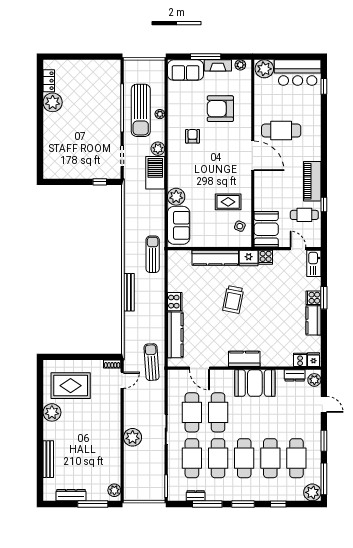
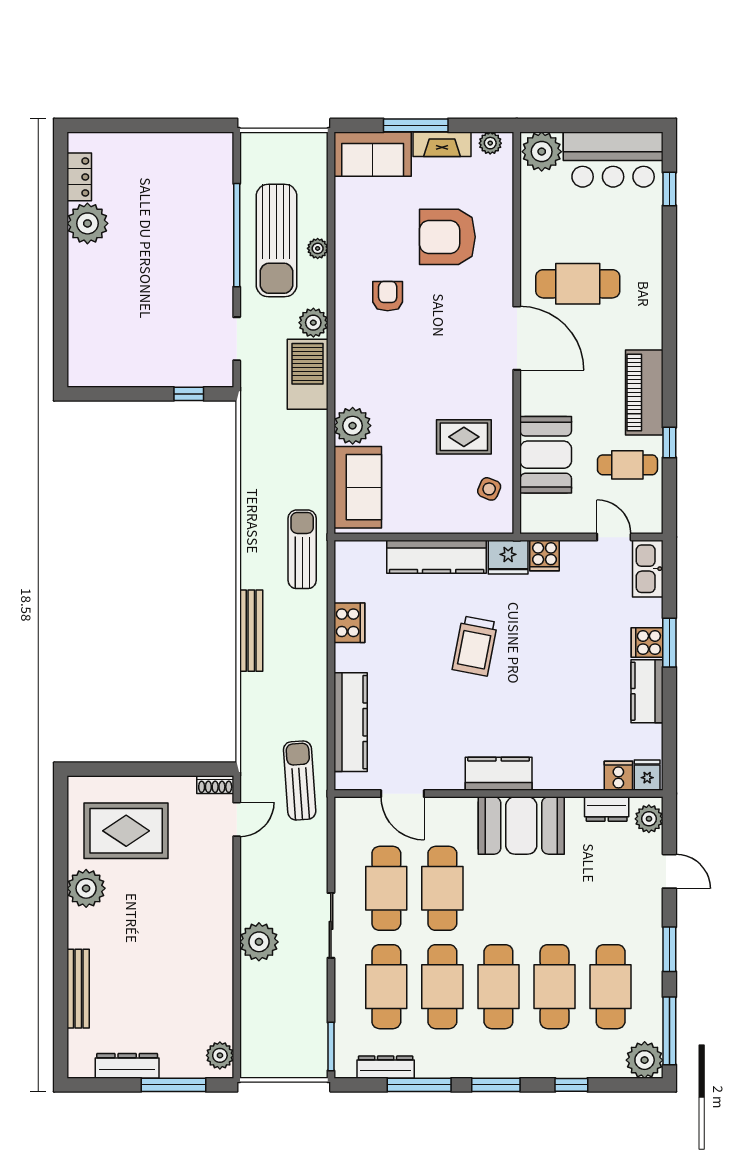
booth: (266, 229) -> (546, 455), moved
cooker: (175, 302) -> (349, 623), moved
dresser: (196, 496) -> (386, 1067), width x1.44

